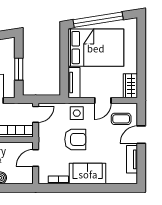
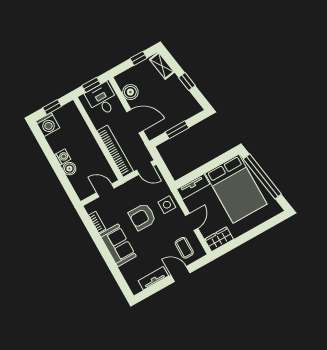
door: (103, 100) -> (192, 222), swing flipped
armchair: (75, 139) -> (142, 217), turned 90

